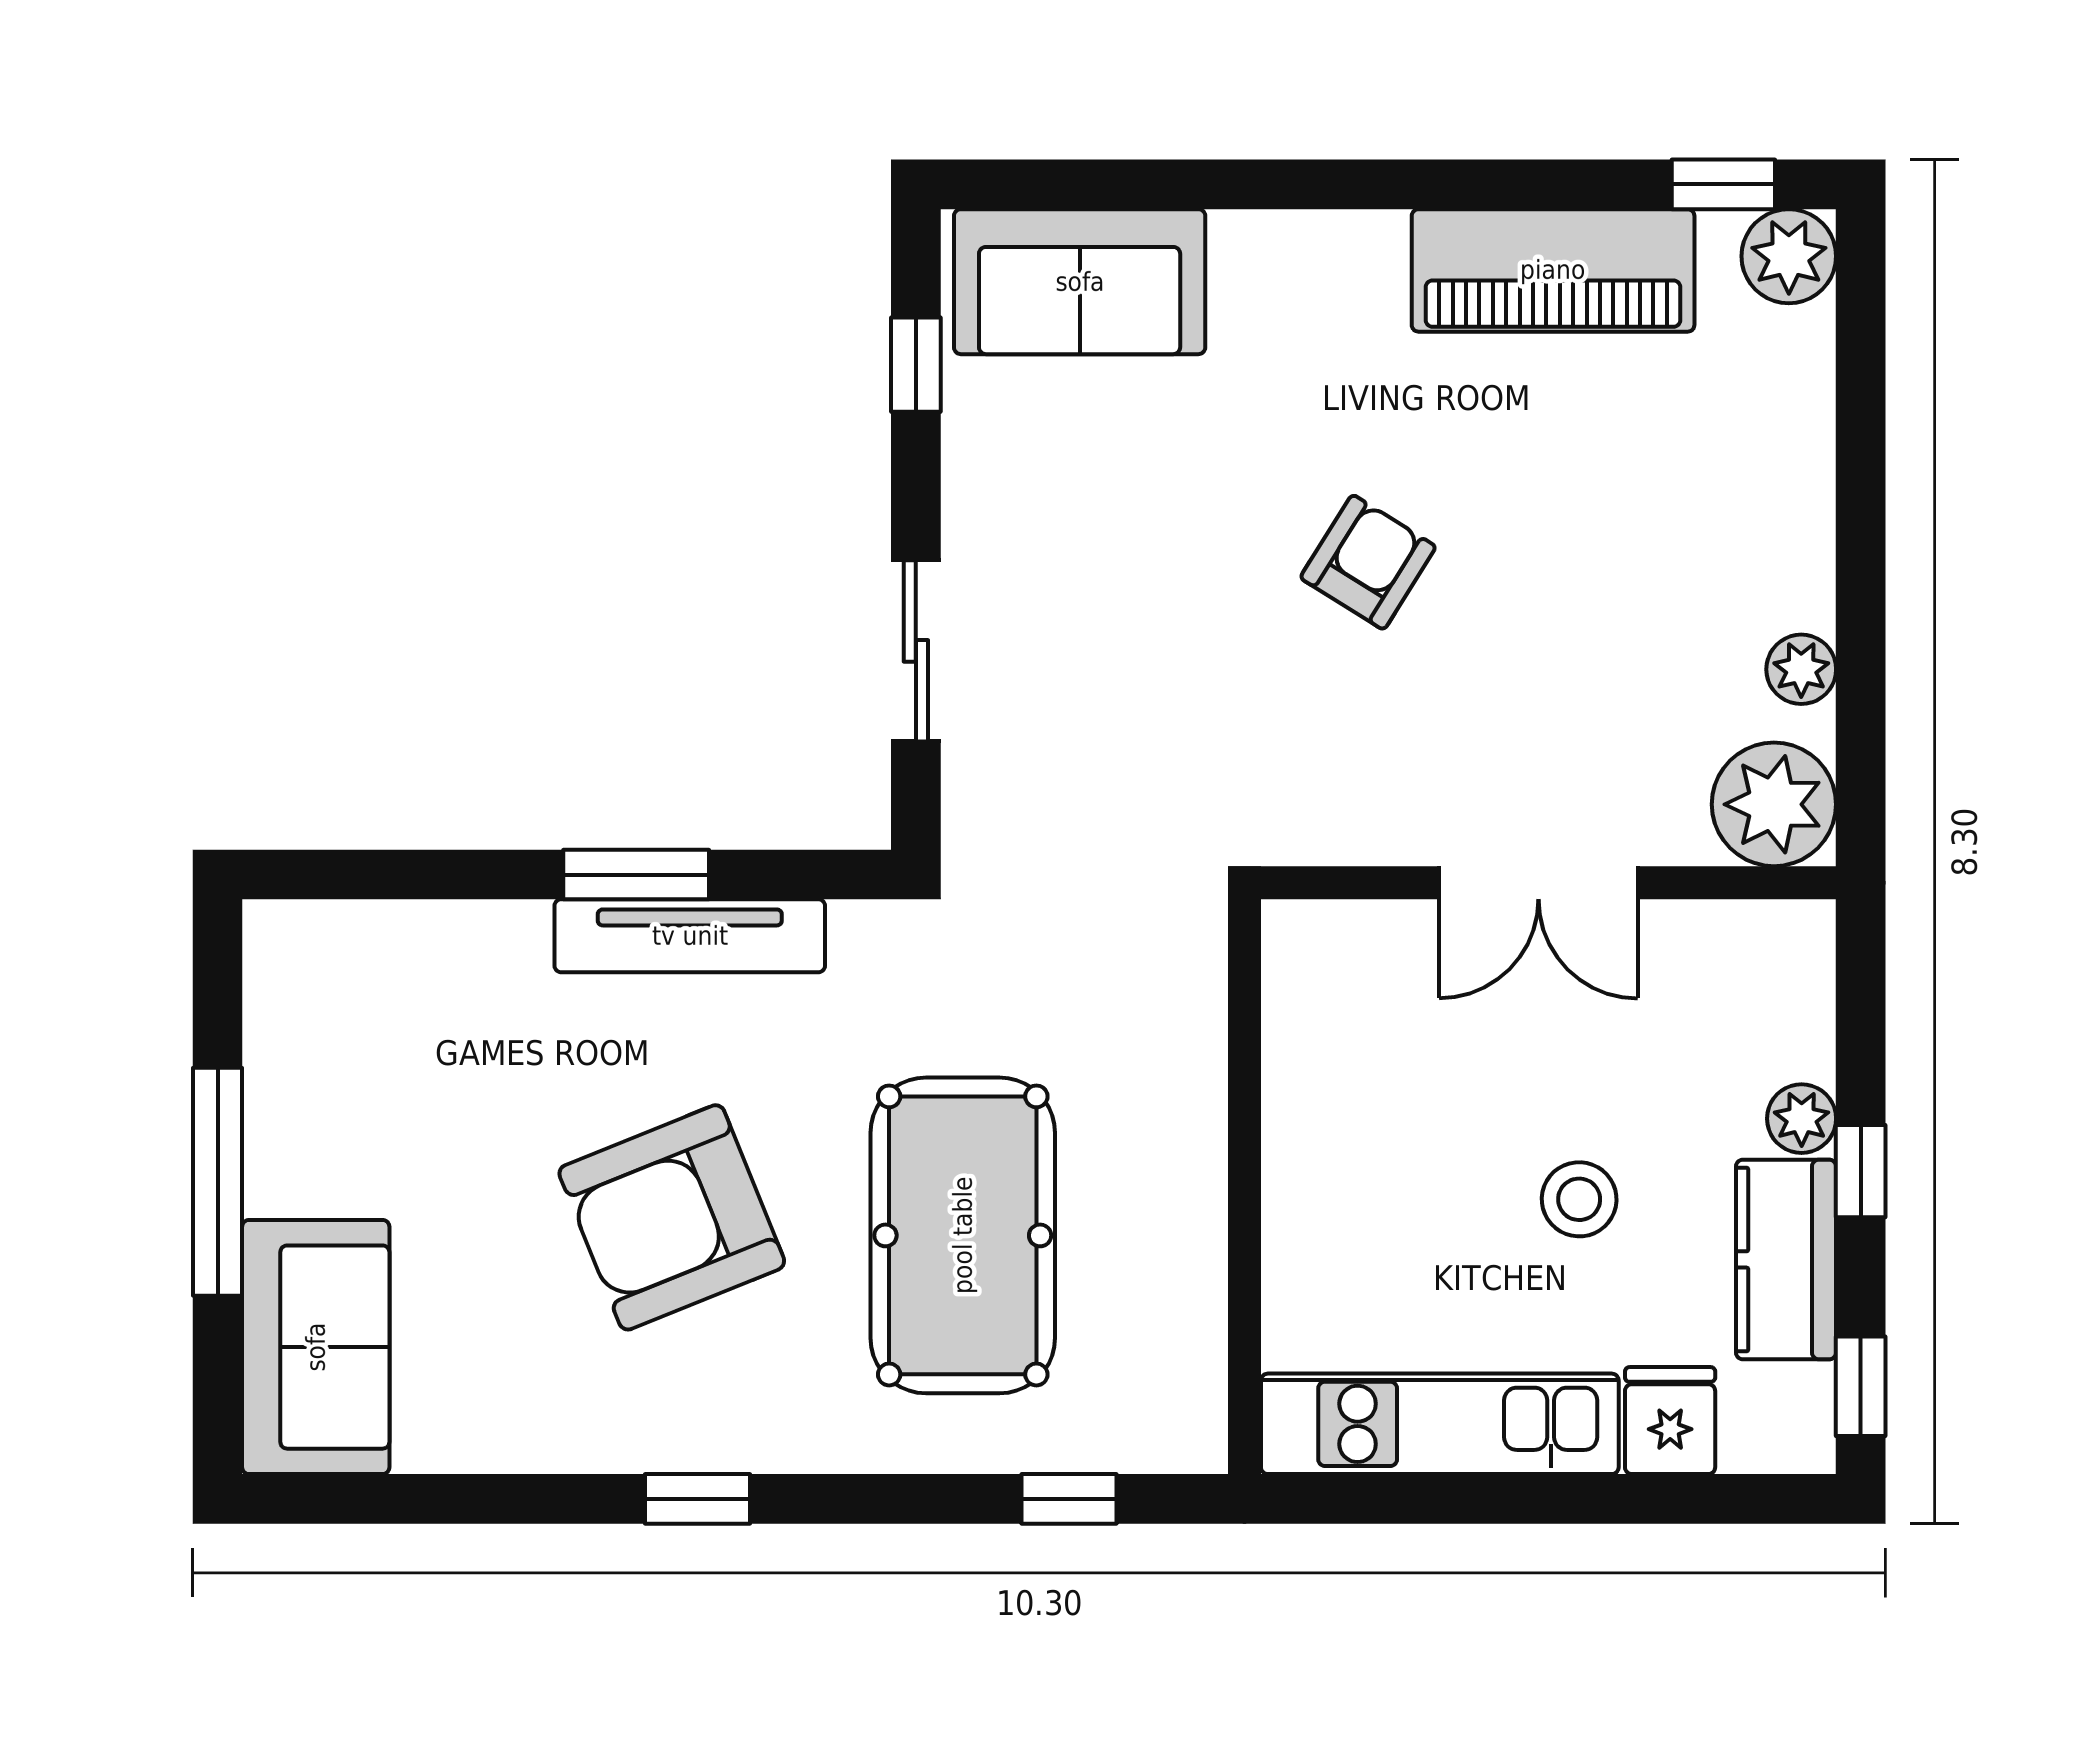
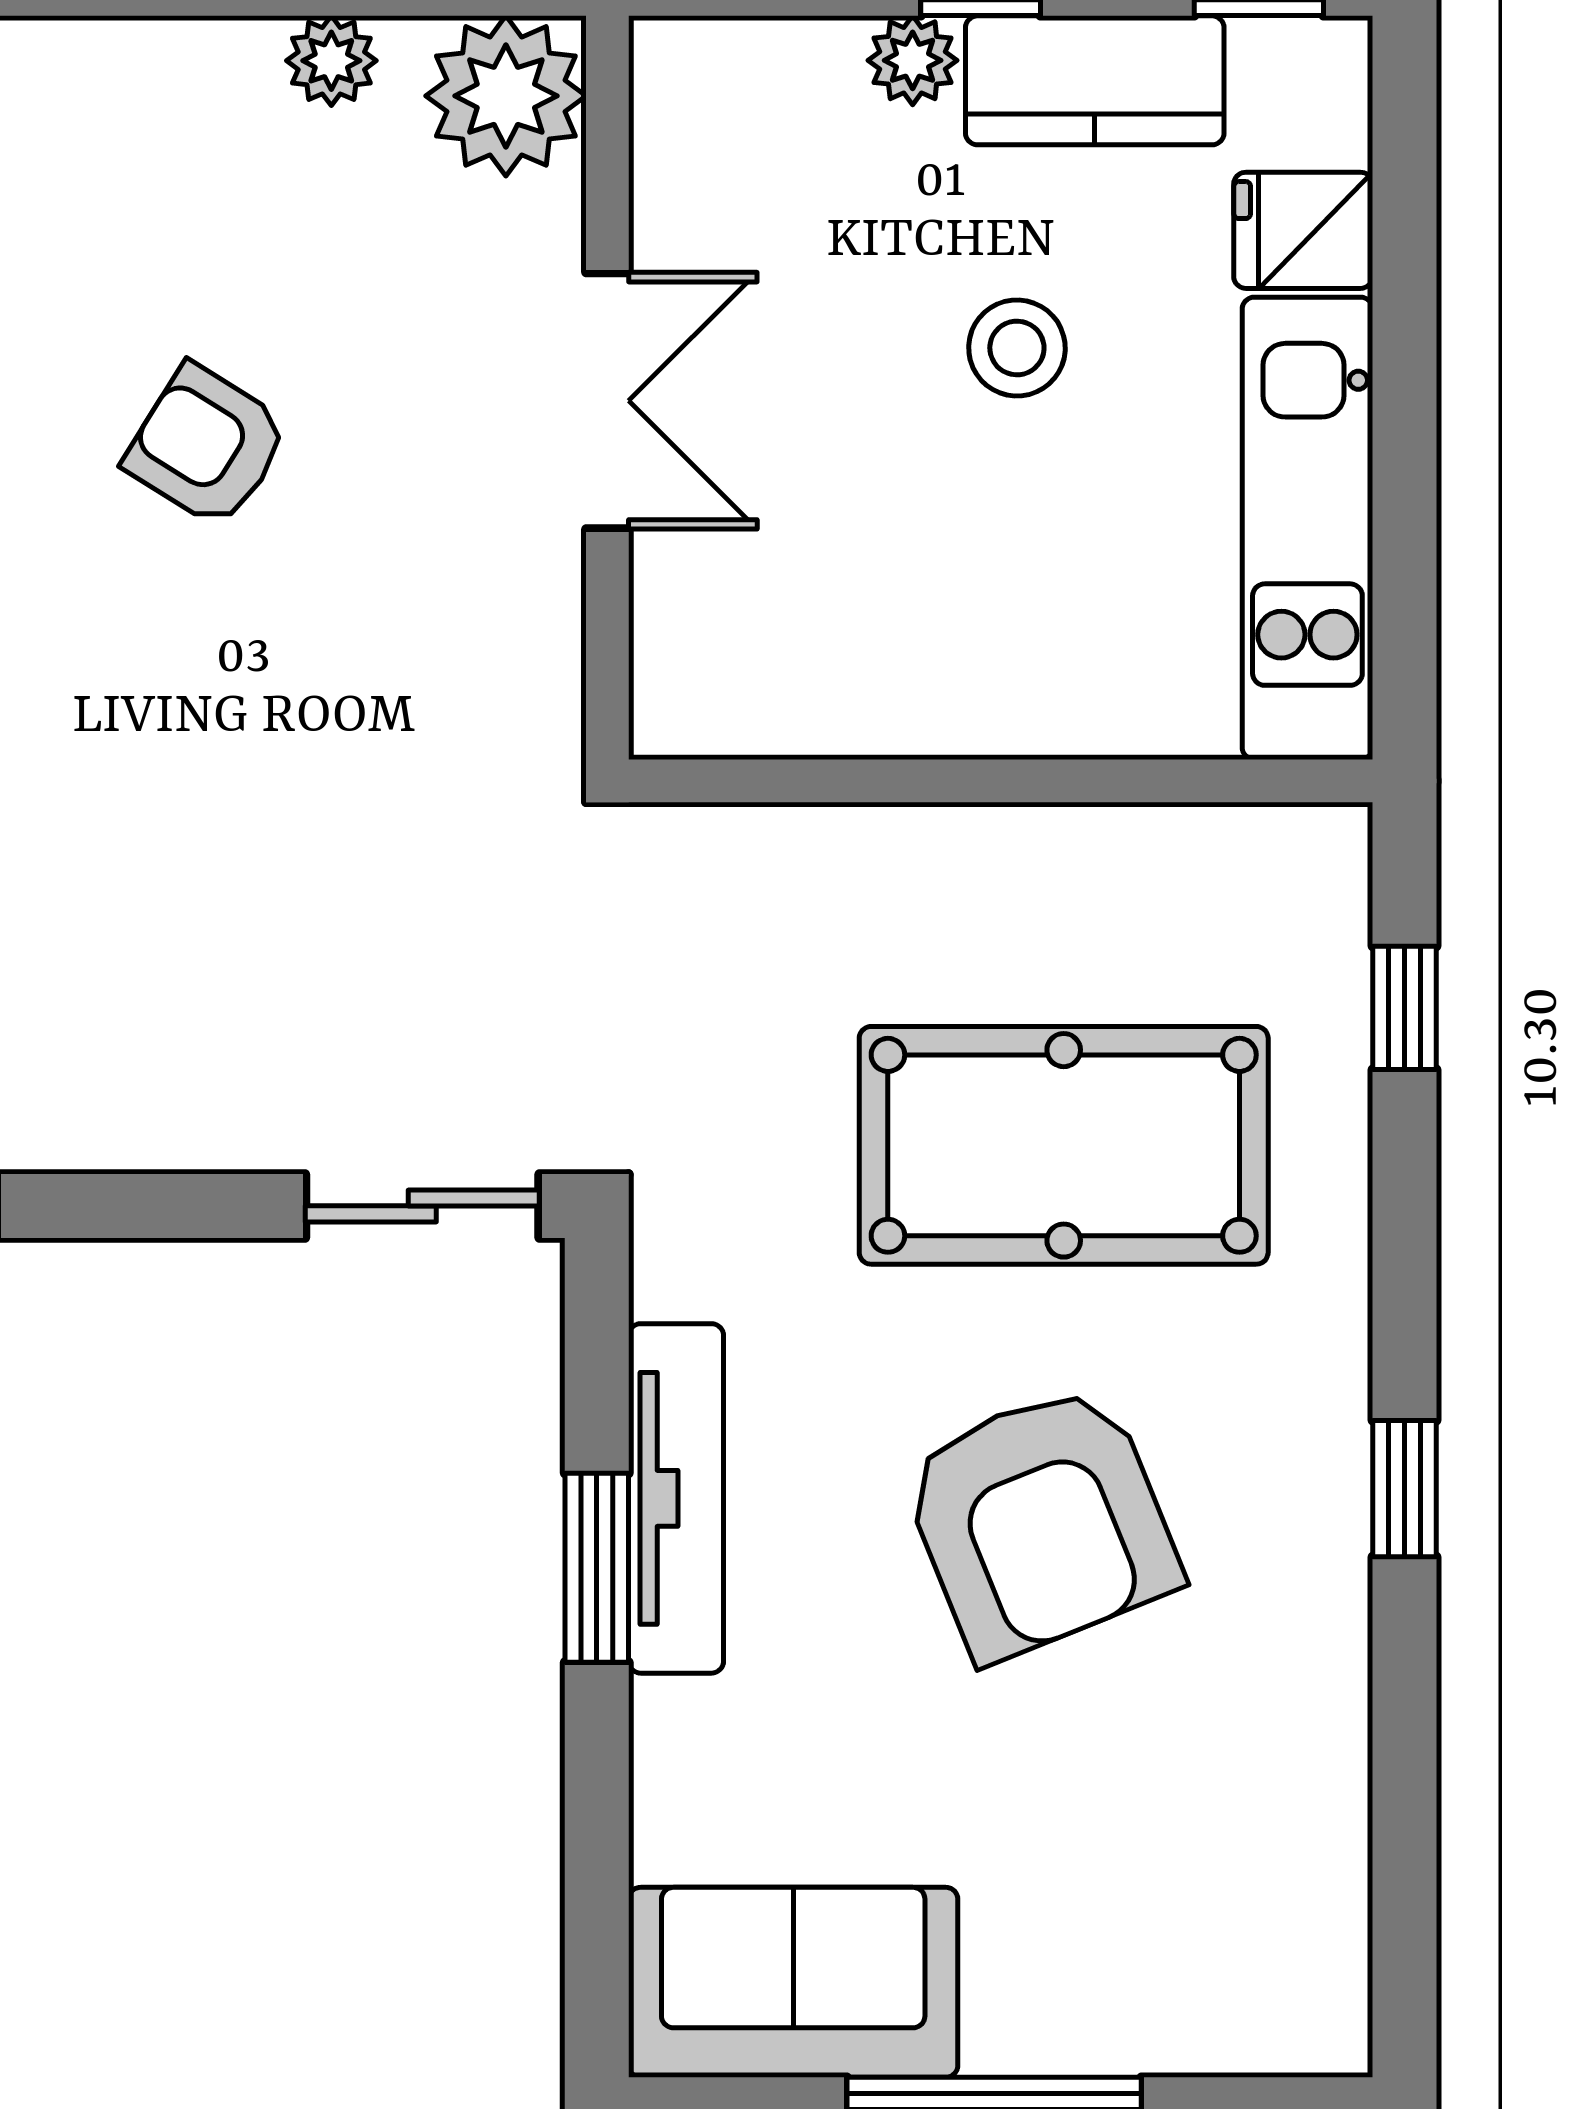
armchair: (1368, 562) -> (207, 446), moved
sliding door: (916, 651) -> (422, 1206), moved
sofa: (316, 1347) -> (793, 1982), moved

